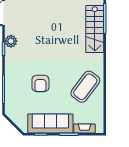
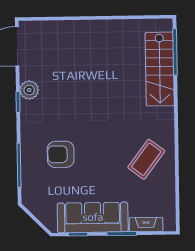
armchair: (40, 83) -> (61, 154), moved, turned 90
coffee table: (85, 87) -> (146, 159), width x0.73, depth x0.76

